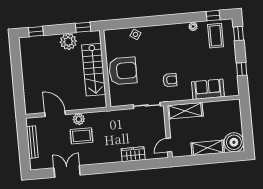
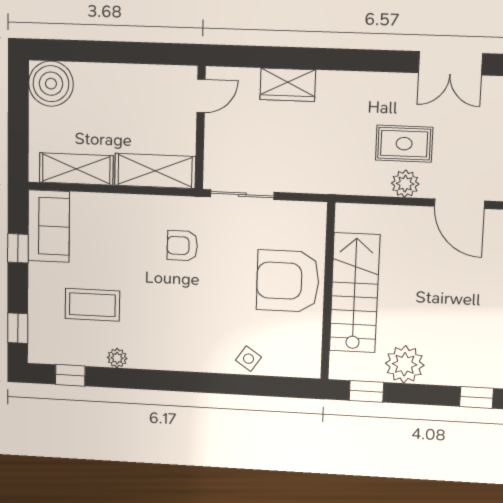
coffee table: (216, 36) -> (92, 305), moved, turned 90
sofa: (208, 89) -> (49, 226), moved, turned -90
shelving: (208, 148) -> (76, 169), moved

